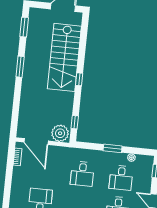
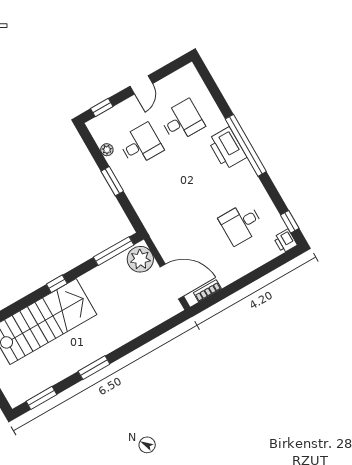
window: (75, 122) -> (114, 251), width x2.17
door: (36, 142) -> (172, 281), hinge flipped
desk: (82, 174) -> (170, 196), removed

